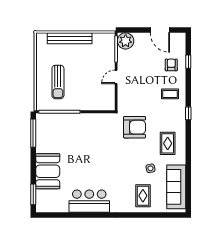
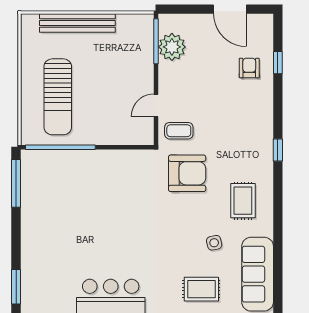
plant: (126, 41) -> (172, 47), moved
door: (116, 77) -> (156, 105), moved
sun lounger: (58, 82) -> (58, 97), width x1.36, depth x1.34
coffee table: (170, 94) -> (179, 131), moved
booth: (48, 171) -> (41, 248), removed
rug: (143, 196) -> (201, 289), turned 90

